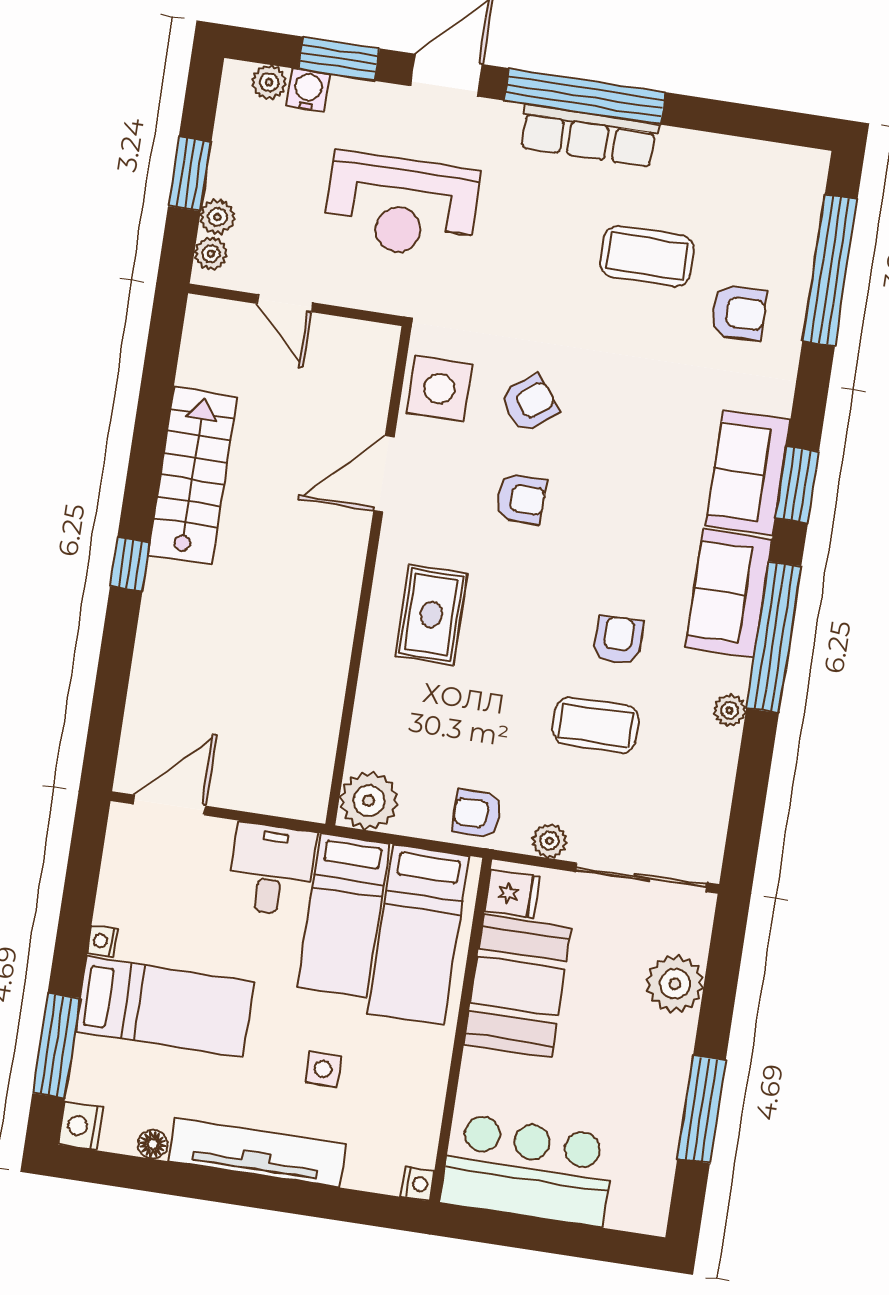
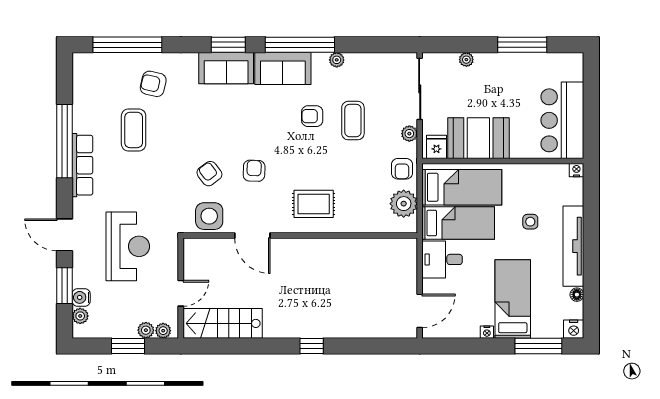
window: (585, 96) -> (65, 141), moved
armchair: (739, 313) -> (153, 84), turned -77
stairs: (193, 476) -> (223, 323), moved
plant: (369, 801) -> (404, 204), moved
door: (169, 805) -> (420, 311), swing flipped
plant: (675, 984) -> (466, 60), width x0.53, depth x0.53

